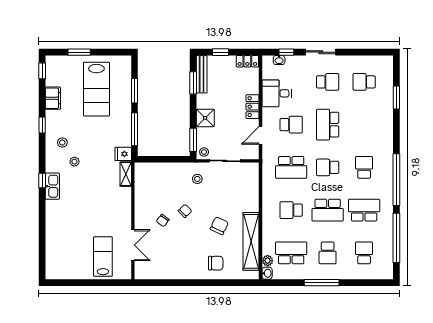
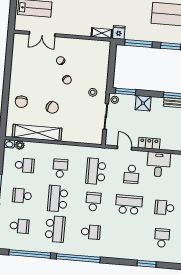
school desk: (328, 82) -> (164, 208), turned 90
school desk: (291, 253) -> (25, 165), width x0.54

